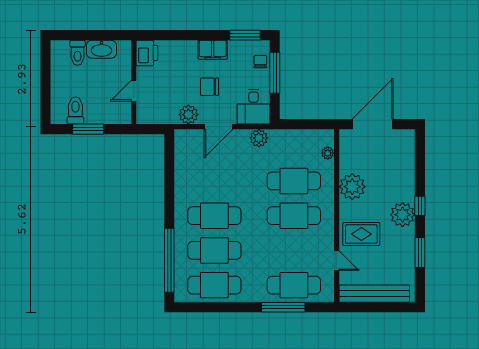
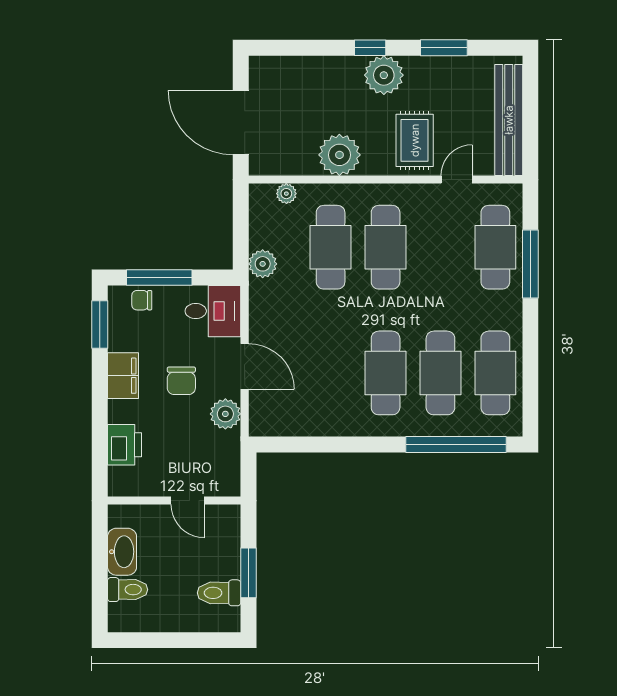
printer: (147, 53) -> (124, 445), moved, turned 90
plant: (259, 138) -> (263, 264), moved

